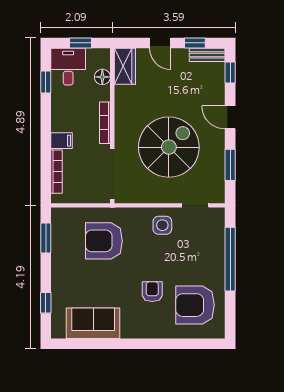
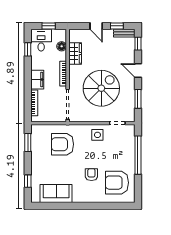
wardrobe: (125, 66) -> (75, 53), moved
filing cabinet: (62, 141) -> (37, 80), width x2.00

